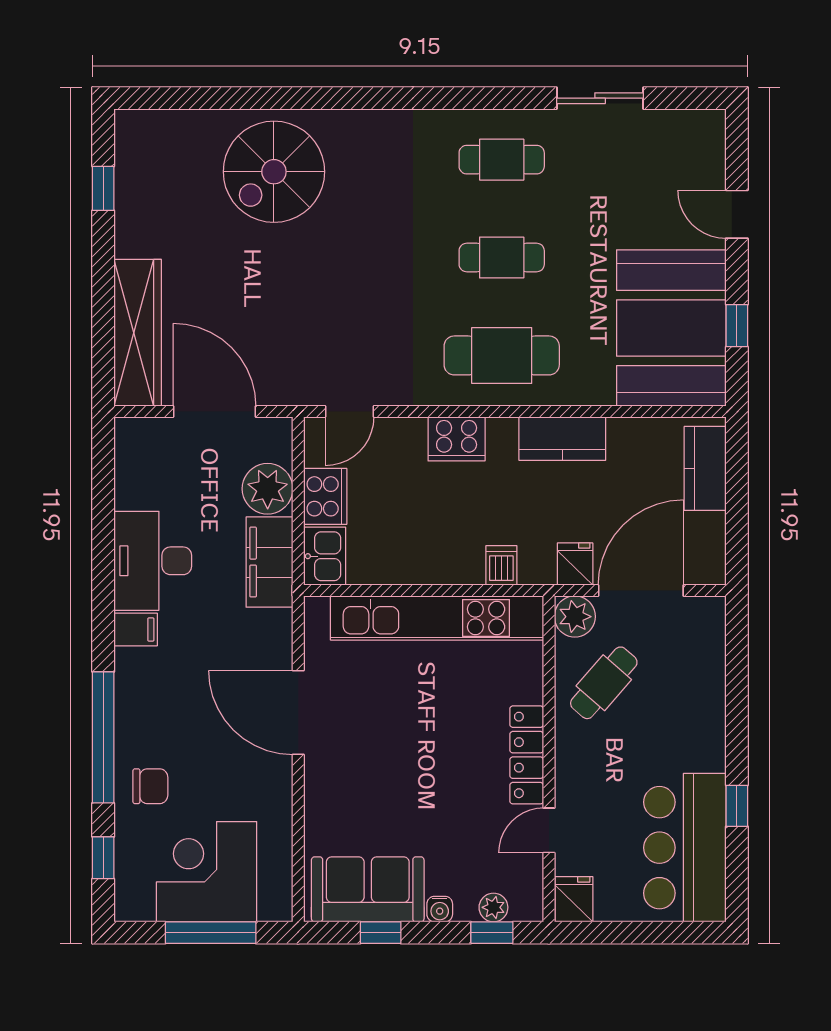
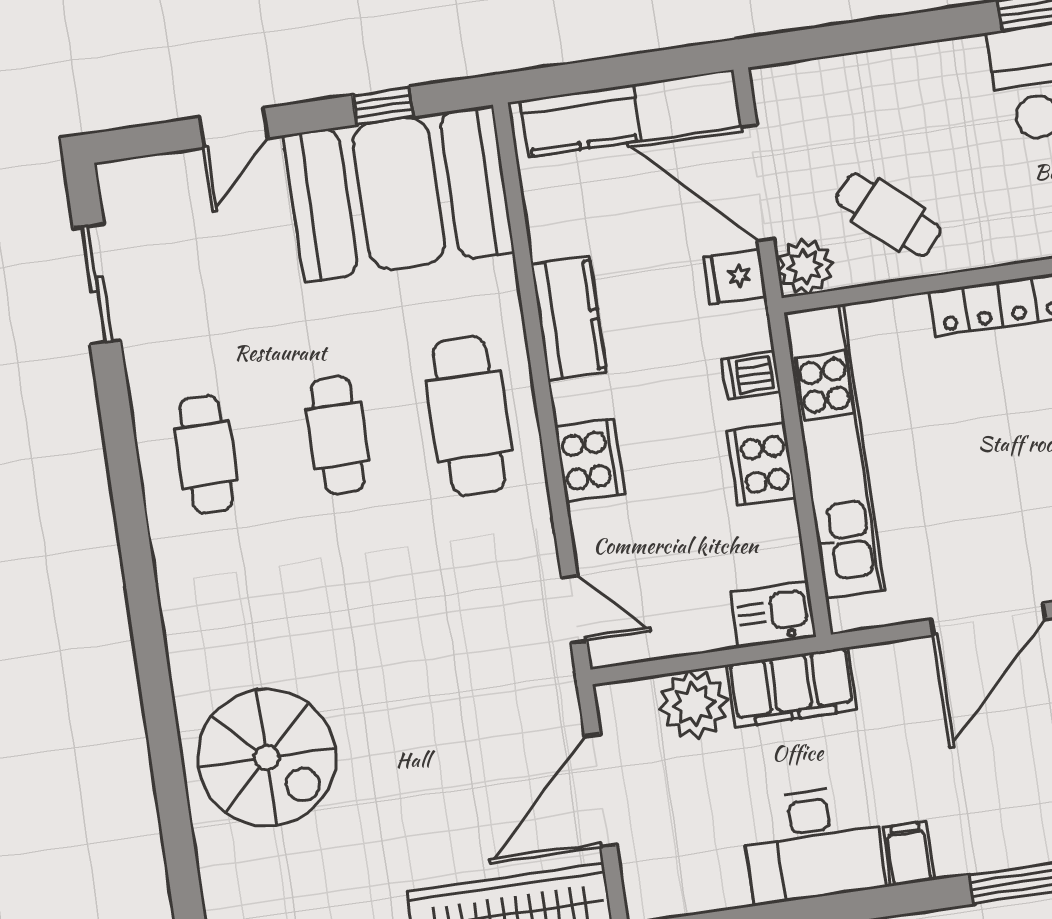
sliding door: (600, 98) -> (97, 284), moved
cooker: (325, 496) -> (761, 465), moved, turned -90

